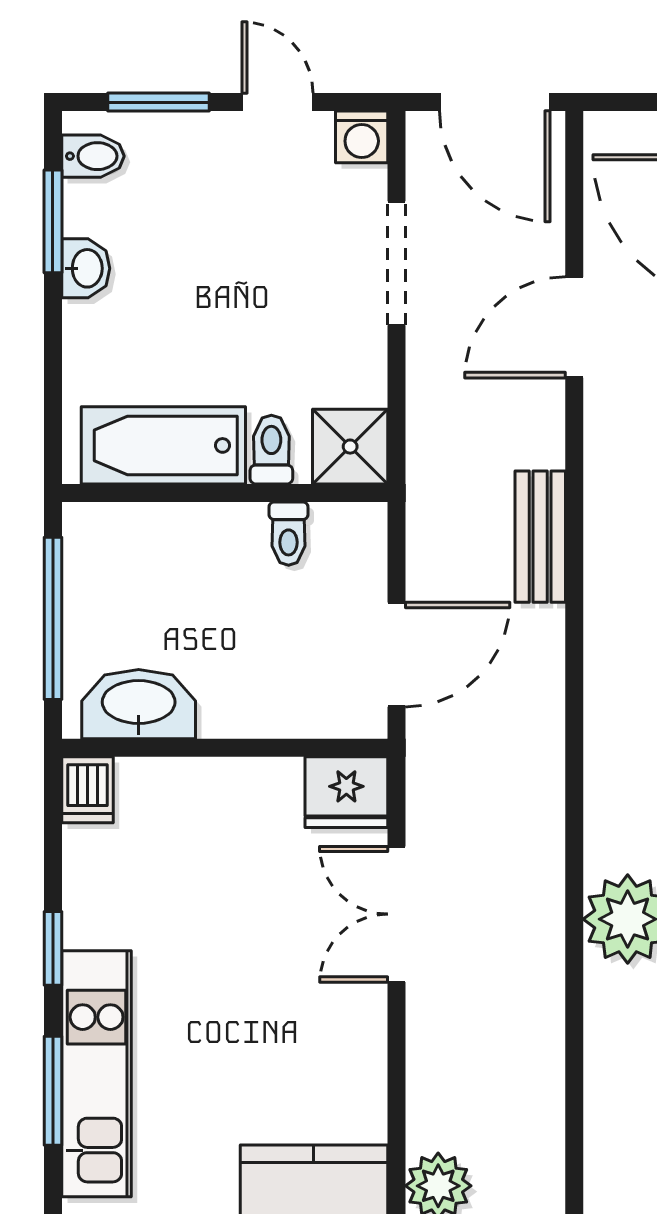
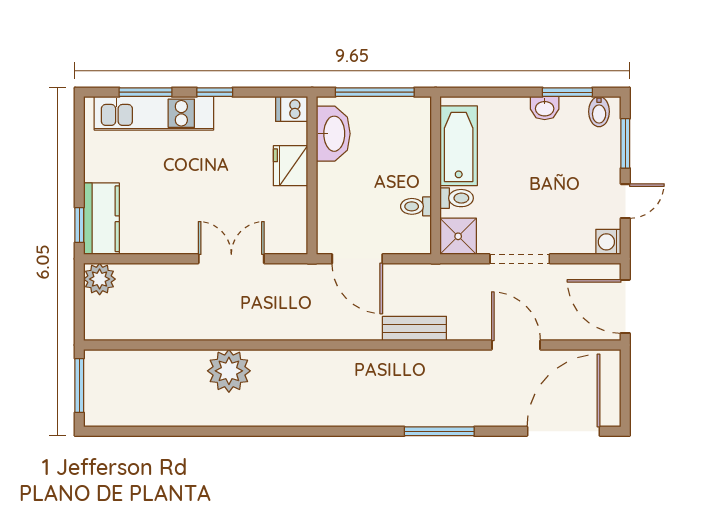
door: (495, 102) -> (625, 306), hinge flipped
doorway: (396, 263) -> (520, 259), moved
fridge: (346, 792) -> (291, 166), moved

